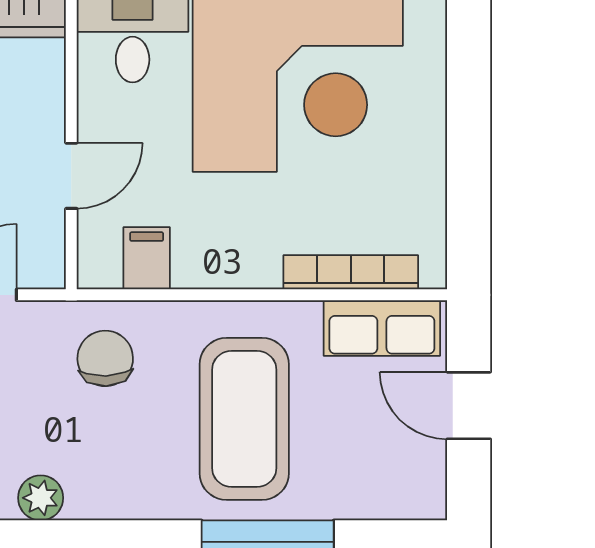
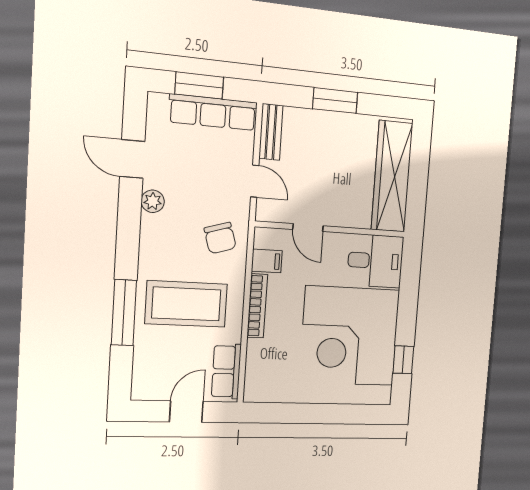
bookcase: (351, 272) -> (257, 306), moved
chair: (105, 358) -> (220, 238), turned 75

